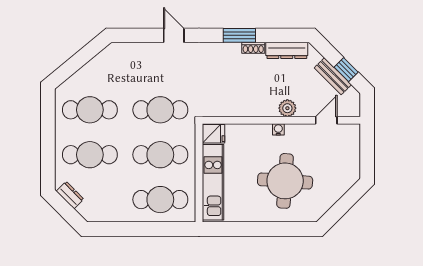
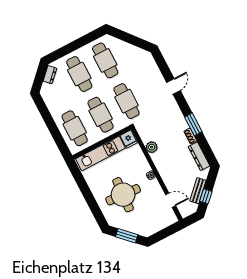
plant: (287, 108) -> (152, 147), moved
window: (343, 205) -> (127, 236), added

